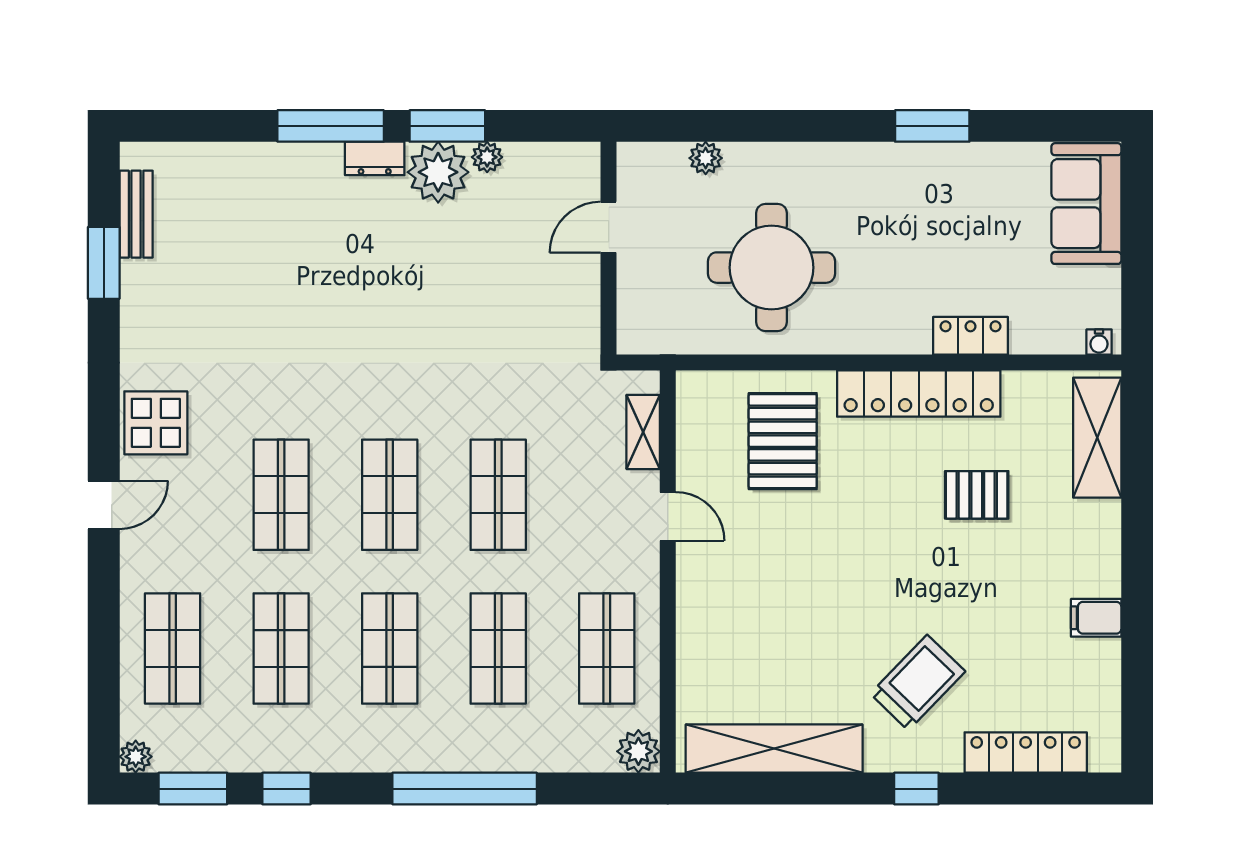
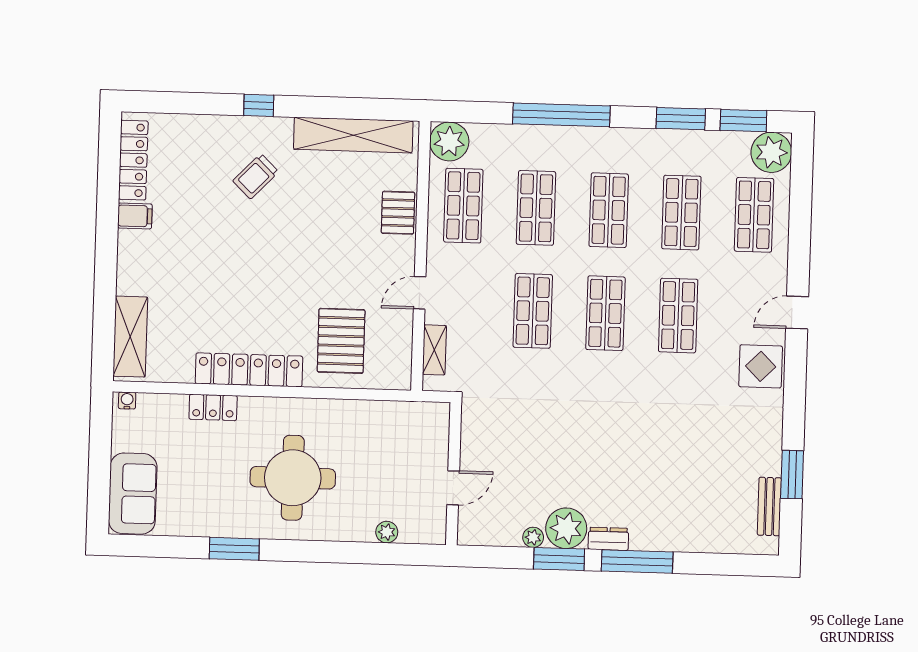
round table: (771, 268) -> (293, 478), moved
pallet: (977, 495) -> (398, 213), moved, turned 90
door: (668, 516) -> (420, 293), hinge flipped
trolley: (918, 683) -> (256, 176), width x0.73, depth x0.72
plant: (638, 751) -> (449, 141), width x1.36, depth x1.36
locker: (1026, 752) -> (133, 160), moved, turned -90
plant: (136, 757) -> (771, 152), width x1.88, depth x1.88
window: (286, 789) -> (681, 119), width x1.50

